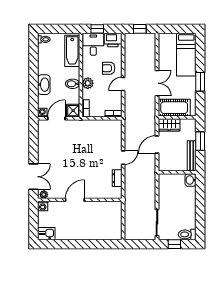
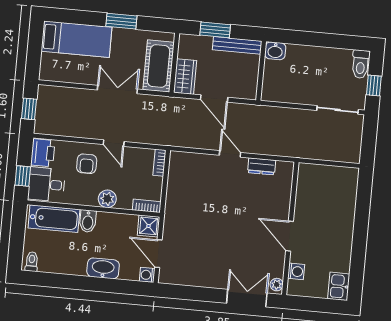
bidet: (73, 84) -> (88, 221), moved
washing machine: (43, 206) -> (296, 271), moved

